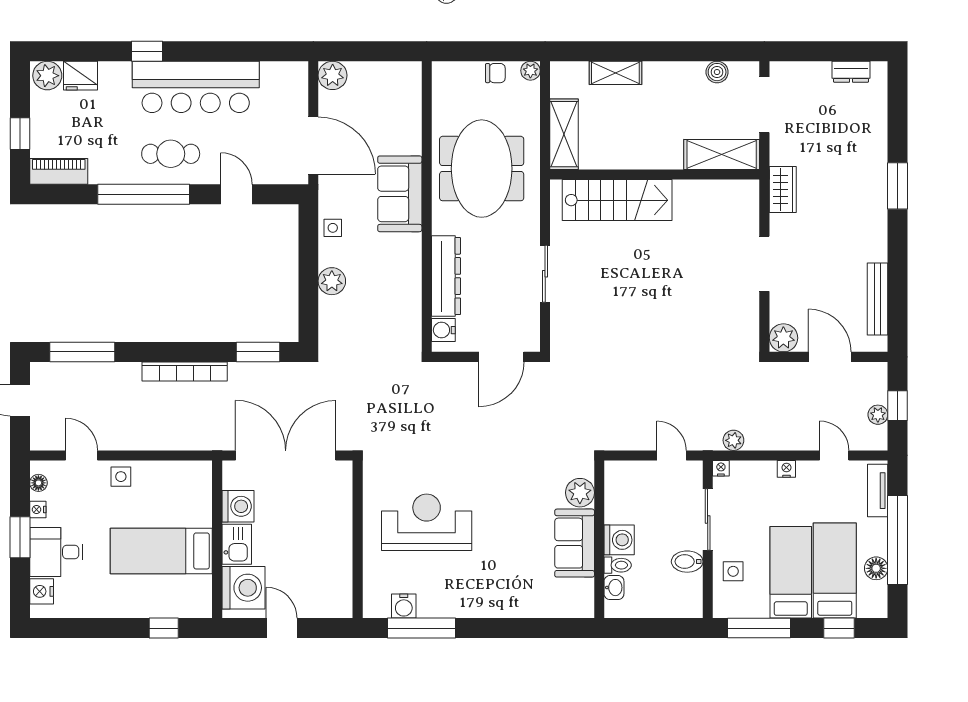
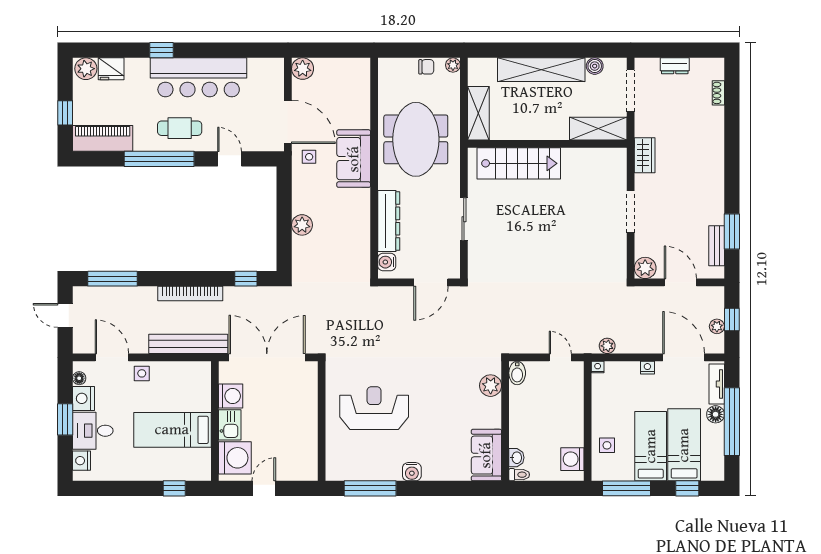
dresser: (851, 72) -> (675, 66), moved
shelving: (615, 73) -> (541, 70), width x2.20, depth x1.33
shoe rack: (880, 107) -> (718, 93), added
piano: (59, 171) -> (103, 138), width x1.37, depth x1.33
window: (898, 186) -> (732, 232), moved
side table: (333, 228) -> (309, 157), moved
bench: (878, 299) -> (717, 246), width x0.73
window: (258, 352) -> (246, 279), width x0.67
bench: (182, 438) -> (188, 344), added
door: (82, 455) -> (112, 357), width x1.38
door: (834, 455) -> (684, 357), width x1.88
nightstand: (38, 509) -> (83, 398), width x1.89, depth x1.79
sliding door: (708, 520) -> (588, 406), removed
washing machine: (619, 540) -> (572, 459), moved, turned 180
sofa: (575, 543) -> (486, 455), moved
bidet: (687, 562) -> (517, 373), moved, turned -90
toilet: (618, 565) -> (519, 475), moved
floor lamp: (876, 568) -> (716, 414), moved
water cooler: (404, 606) -> (412, 472), moved
door: (282, 628) -> (264, 488), hinge flipped

